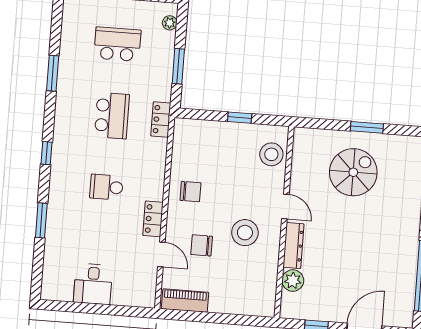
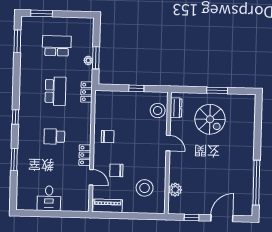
plant: (170, 23) -> (88, 60), moved
window: (53, 73) -> (17, 41), moved
spiral stairs: (353, 172) -> (210, 119), turned 90
stool: (245, 233) -> (145, 188), moved
dresser: (293, 246) -> (176, 108), moved, width x0.70

